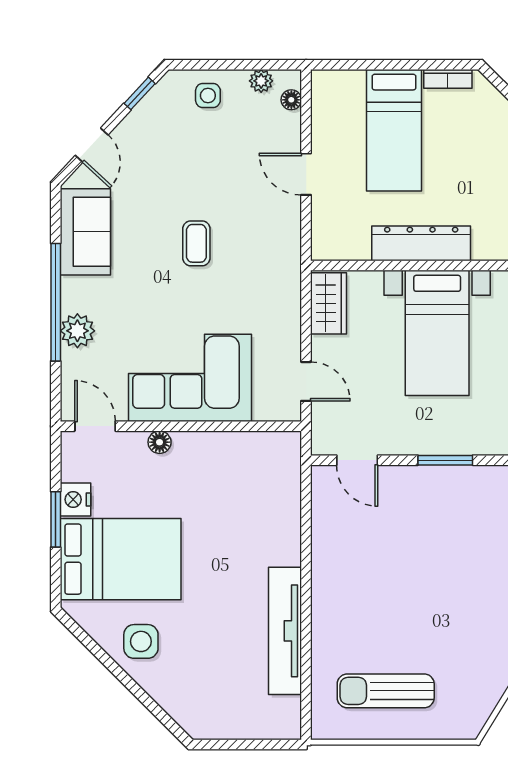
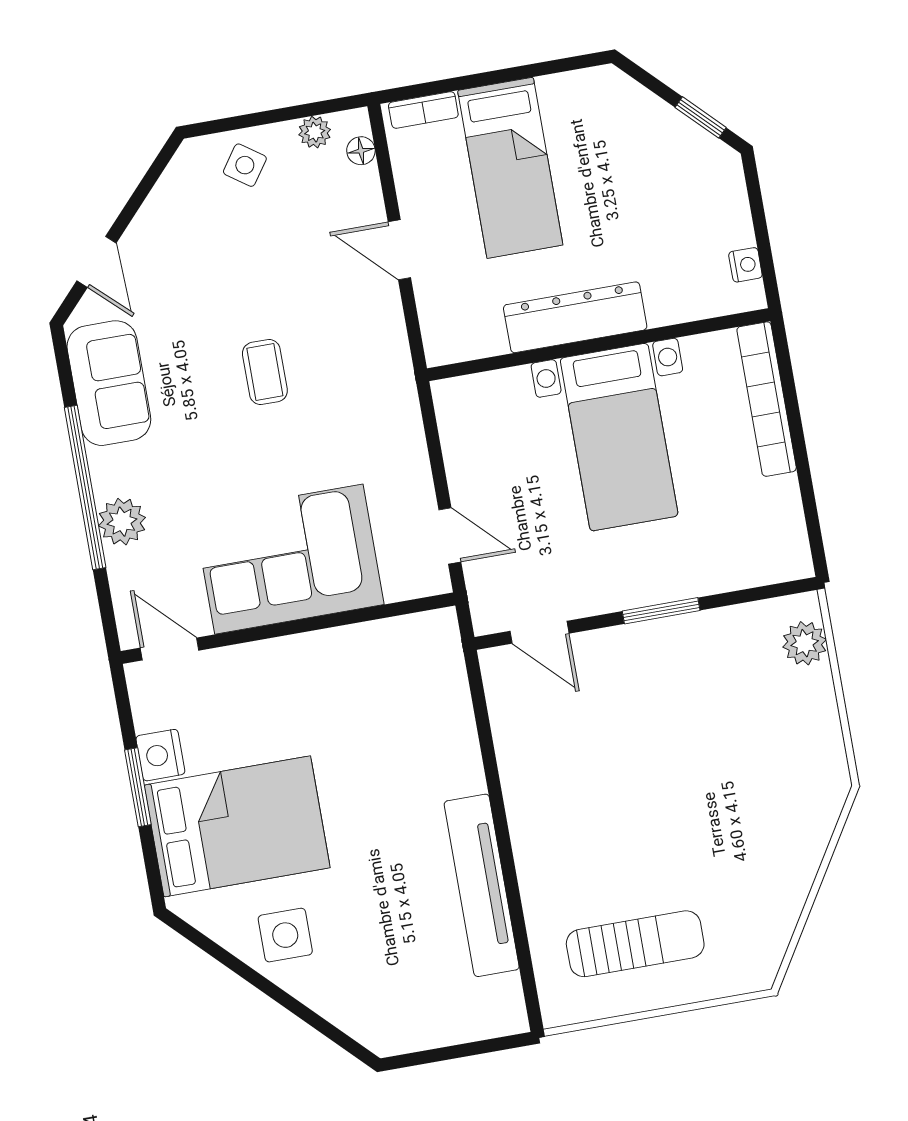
bookcase: (448, 79) -> (423, 110), moved
window: (140, 93) -> (150, 179), removed
side table: (208, 95) -> (245, 165), turned 35
wardrobe: (329, 303) -> (462, 423), removed
floor lamp: (160, 442) -> (262, 655), removed
sun lounger: (386, 691) -> (635, 944), turned 180

